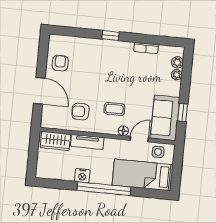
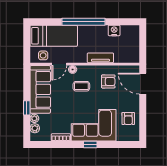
corner sofa: (104, 59) -> (94, 125), added
door: (39, 91) -> (143, 84), moved
window: (183, 112) -> (27, 108), moved
sofa: (165, 118) -> (40, 89), width x1.36
wardrobe: (55, 141) -> (126, 56), removed
nightstand: (82, 176) -> (114, 30), moved

